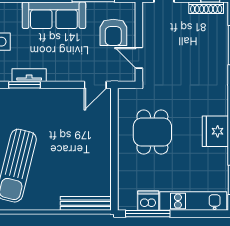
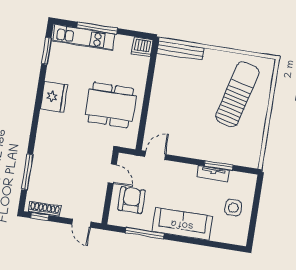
dining table: (152, 132) -> (111, 105), width x1.38
dishwasher: (148, 201) -> (142, 47), moved
window: (148, 214) -> (97, 28), moved

